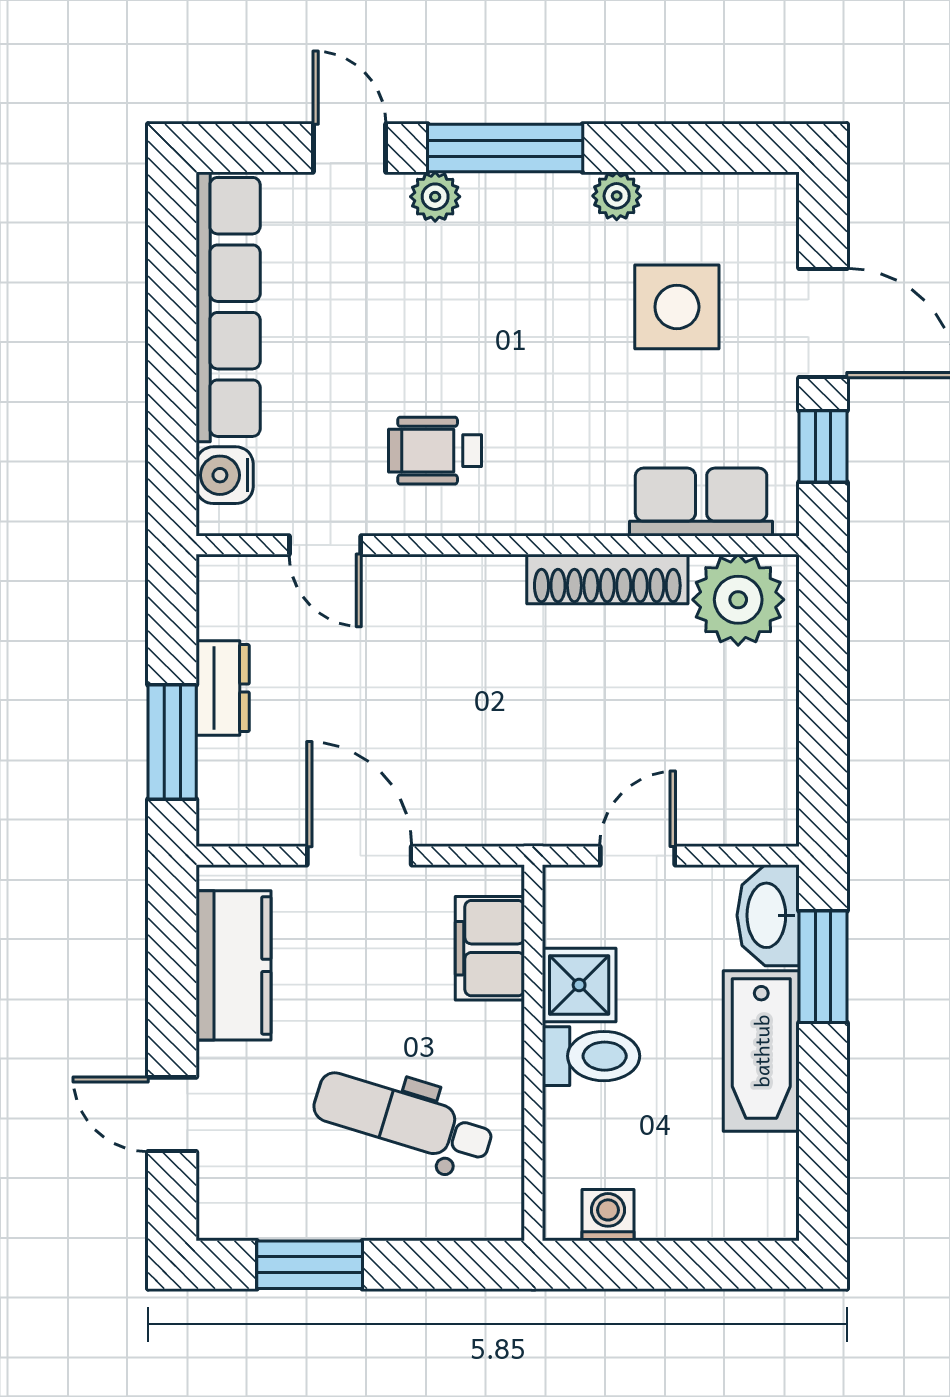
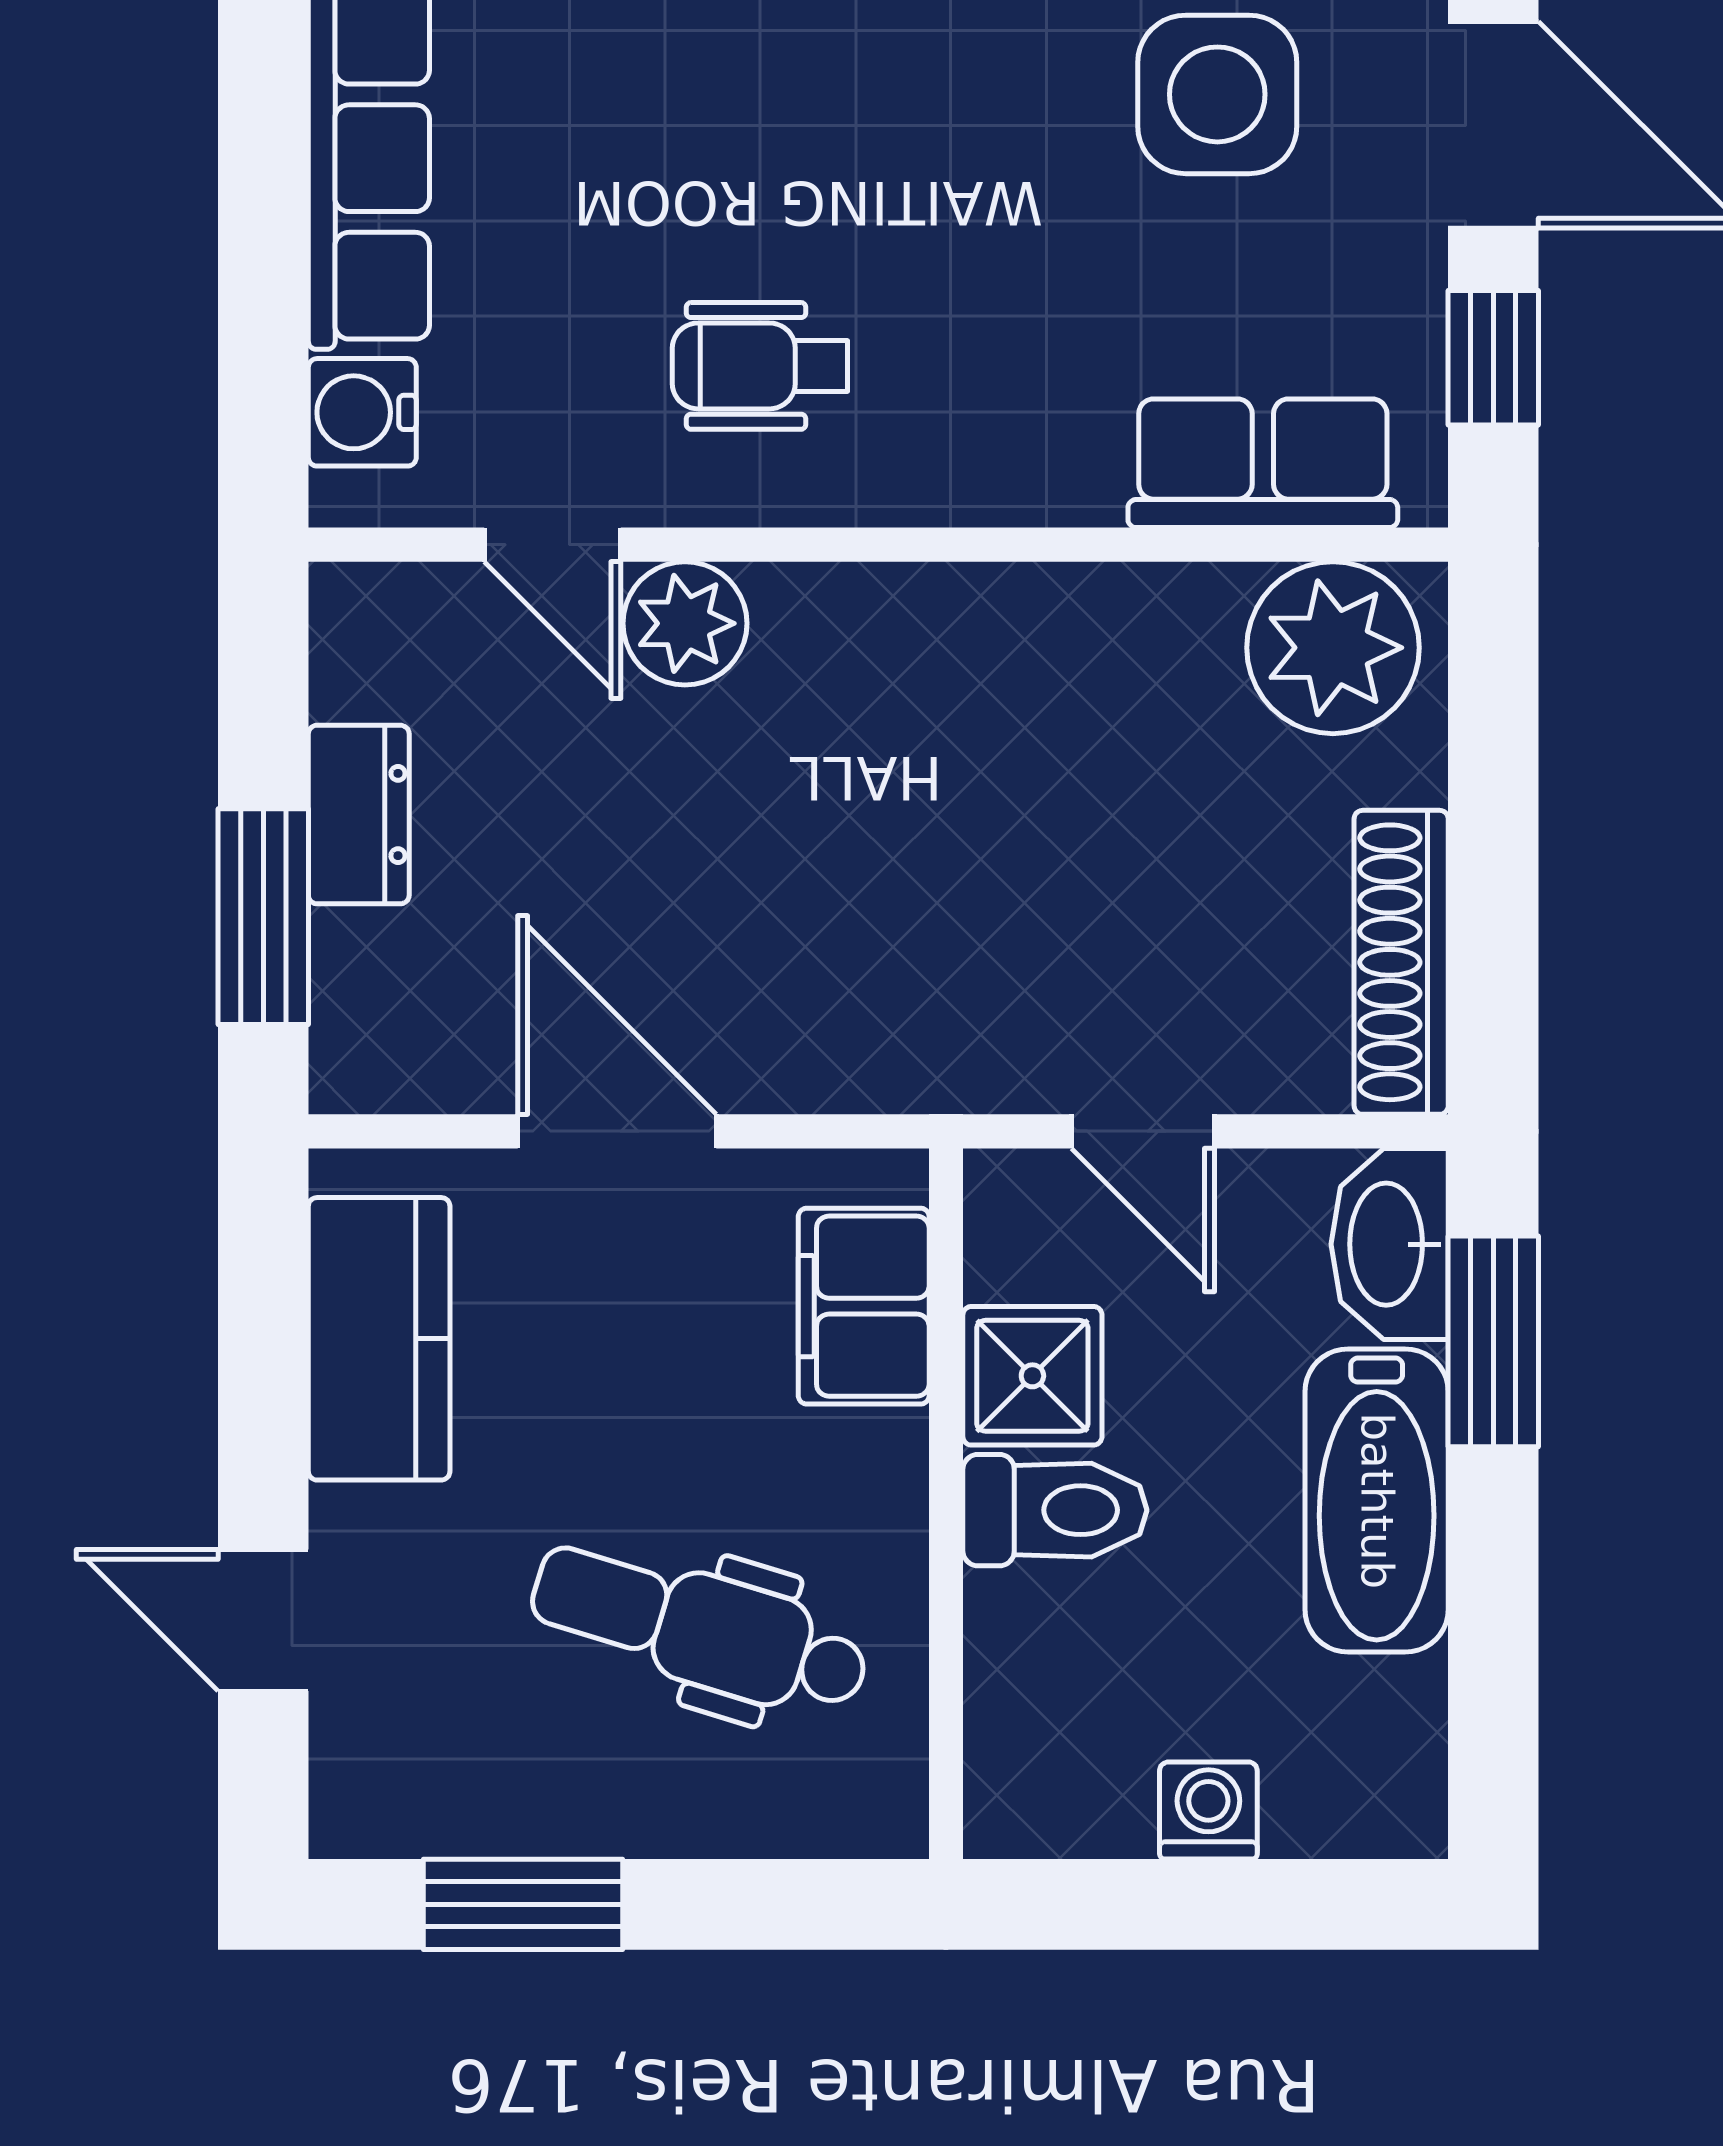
shoe rack: (607, 579) -> (1401, 962), moved, turned 90
plant: (395, 587) -> (685, 623), added
door: (638, 856) -> (1143, 1131), swing flipped
washing machine: (608, 1215) -> (1208, 1811), moved

